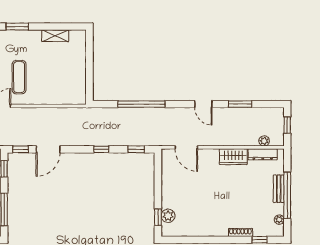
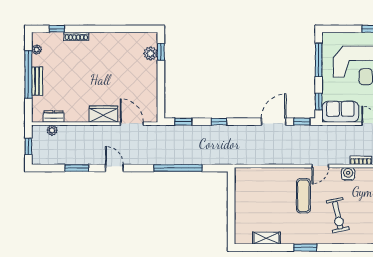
dresser: (263, 154) -> (54, 116), width x0.70
wardrobe: (233, 157) -> (103, 114), moved

